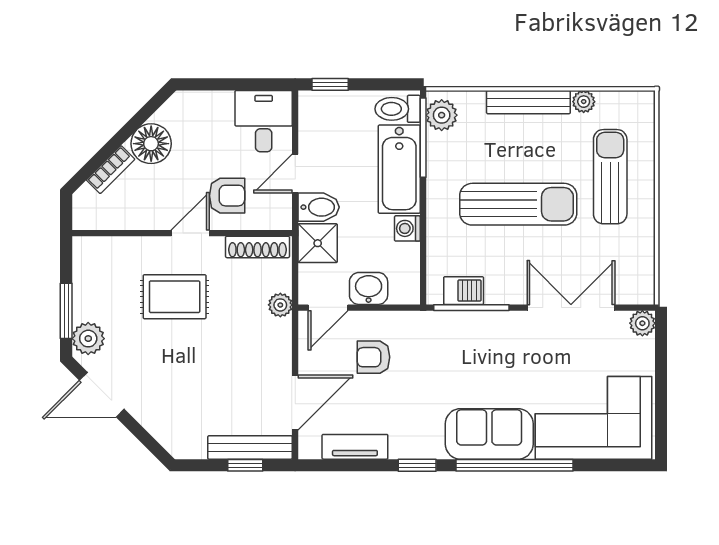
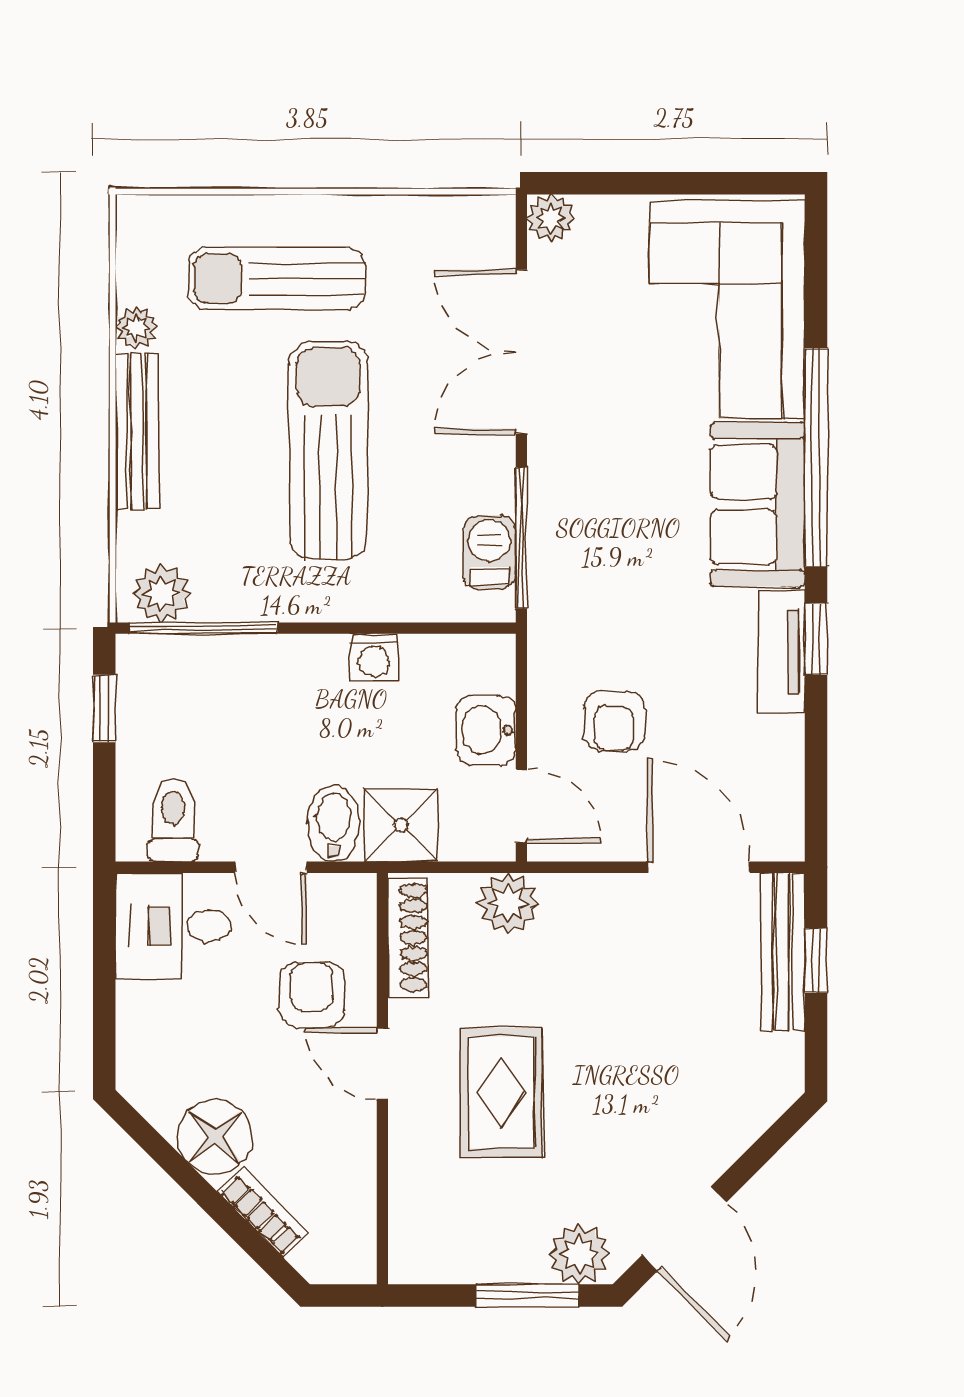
window: (330, 84) -> (104, 709), moved
toilet: (398, 109) -> (173, 820), moved, turned 180
bathtub: (399, 169) -> (263, 673), removed
plant: (280, 305) -> (508, 903), width x1.38, depth x1.38
tv unit: (355, 447) -> (782, 652), moved

